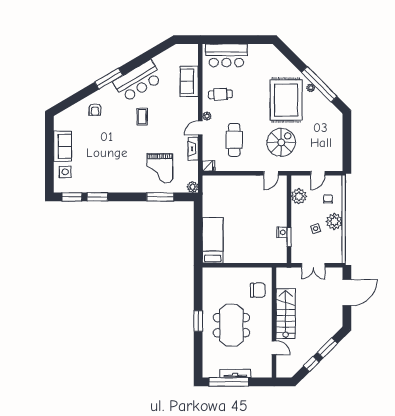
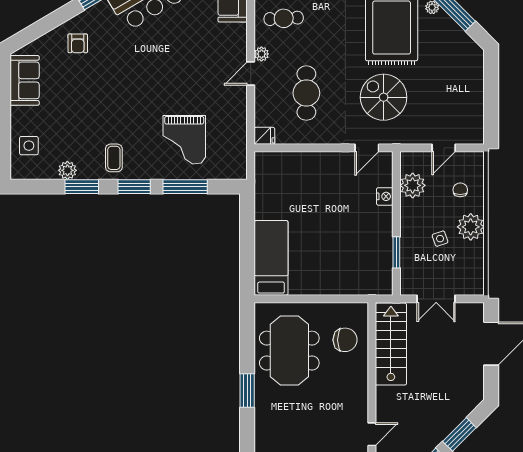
coffee table: (142, 117) -> (114, 158), moved
spiral stairs: (281, 142) -> (384, 97), turned -90
sofa: (63, 146) -> (25, 80), moved
fireplace: (193, 149) -> (239, 108), removed
plant: (193, 187) -> (67, 170), moved
window: (72, 197) -> (134, 187), moved
nightstand: (282, 232) -> (385, 196), moved
stairs: (286, 314) -> (391, 344), moved
meeting table: (231, 325) -> (289, 351), moved
door: (274, 348) -> (372, 434), hinge flipped

